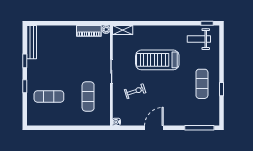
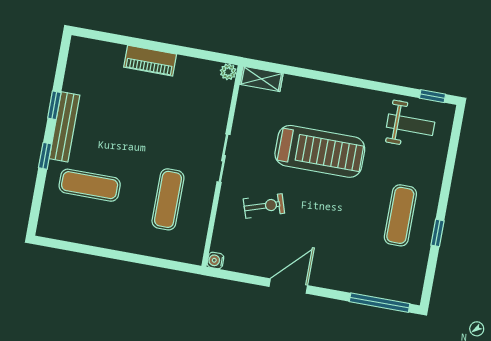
piano: (89, 31) -> (150, 61), moved
weight bench: (199, 39) -> (411, 125), turned 180
bench: (32, 42) -> (64, 127), moved
treadmill: (157, 60) -> (320, 151), turned 180

